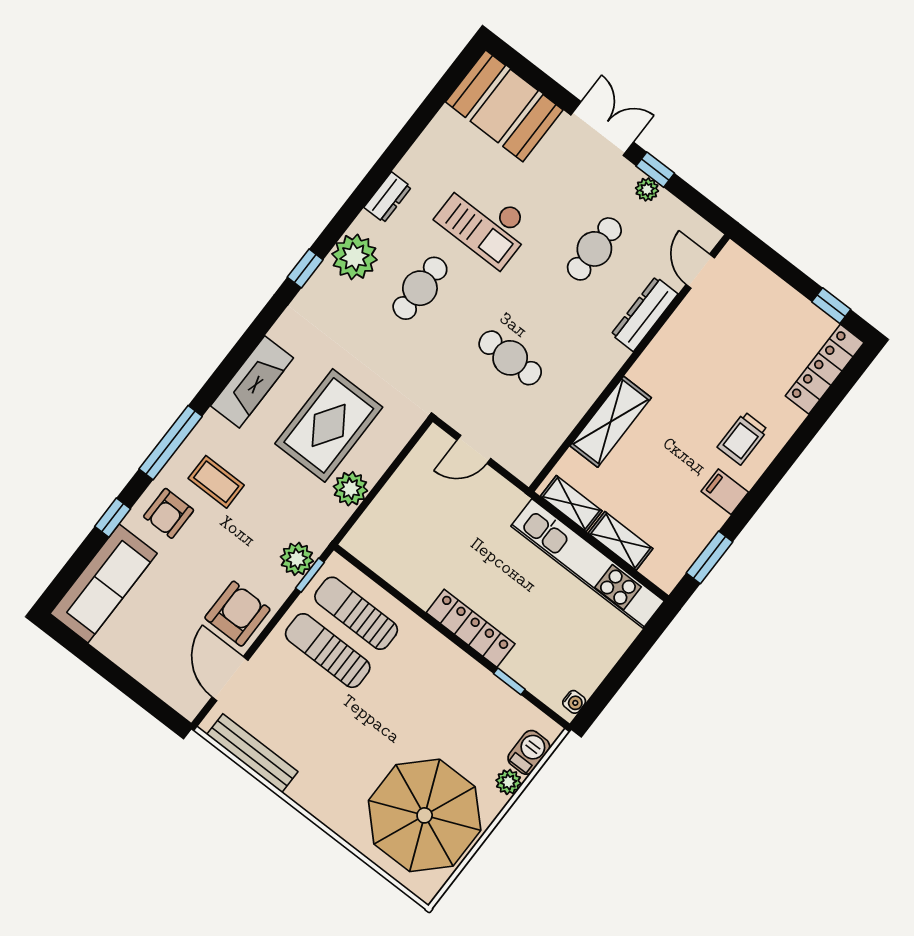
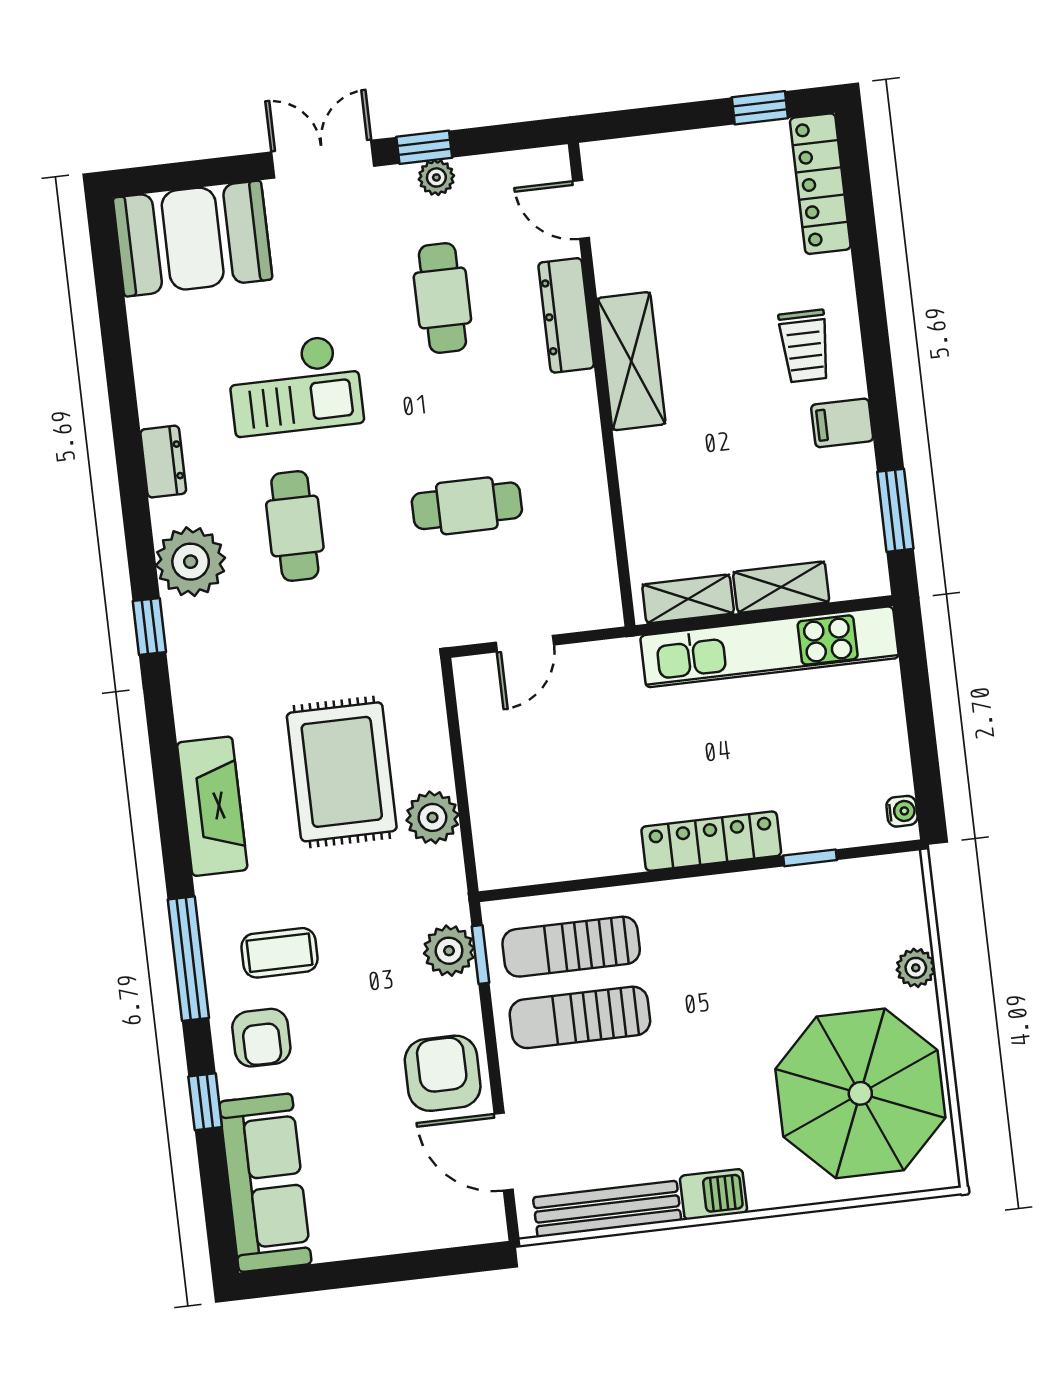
shelving: (611, 422) -> (631, 361), moved
barbecue: (529, 752) -> (713, 1194), moved, turned 90

